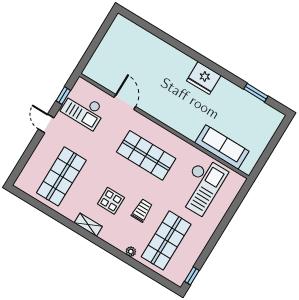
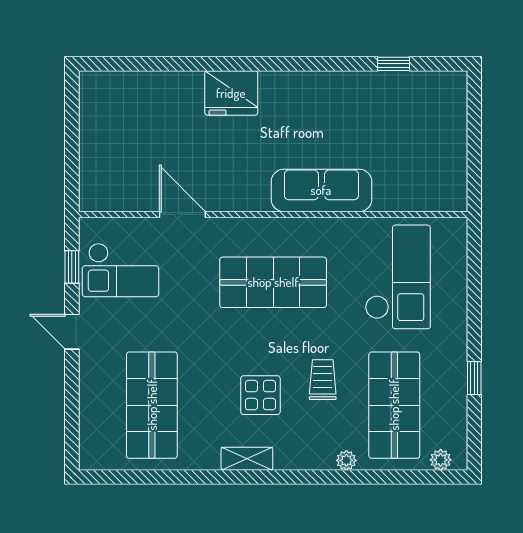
fridge: (204, 78) -> (231, 93), moved
window: (256, 93) -> (394, 64), width x0.67
sofa: (222, 147) -> (321, 190), moved
plant: (172, 276) -> (441, 460), added
window: (192, 276) -> (474, 378), moved

